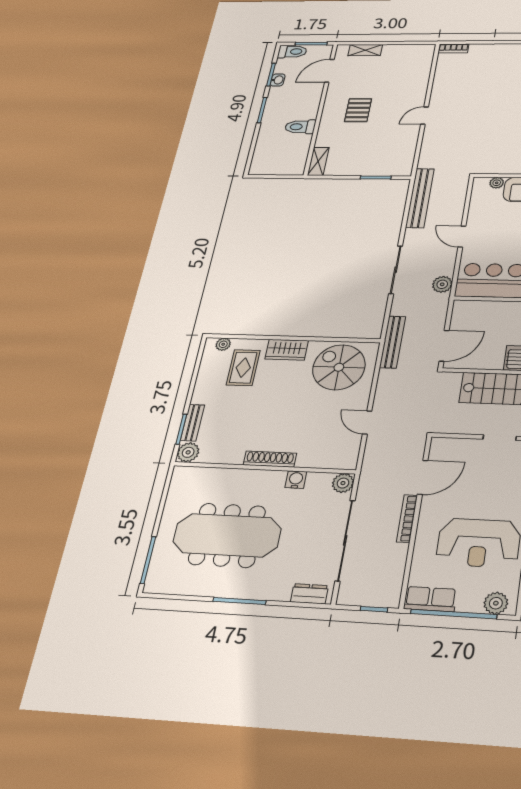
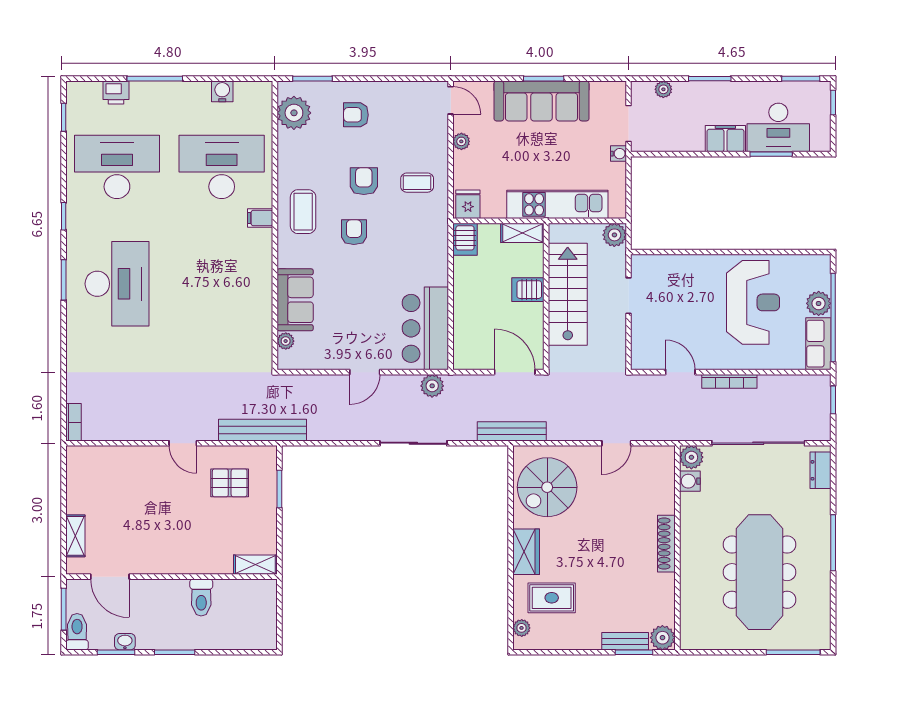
pallet: (358, 110) -> (230, 483), moved
bench: (420, 198) -> (262, 430), moved
door: (423, 477) -> (680, 372), width x0.73
water cooler: (296, 480) -> (690, 481), moved
plant: (496, 603) -> (819, 303), moved

